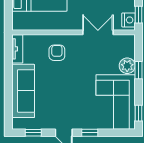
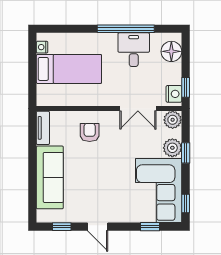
double door: (98, 32) -> (138, 109), swing flipped
plant: (127, 42) -> (173, 120), added
window: (90, 133) -> (150, 227), moved

